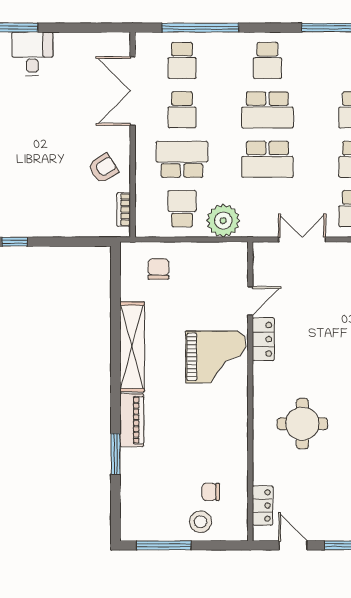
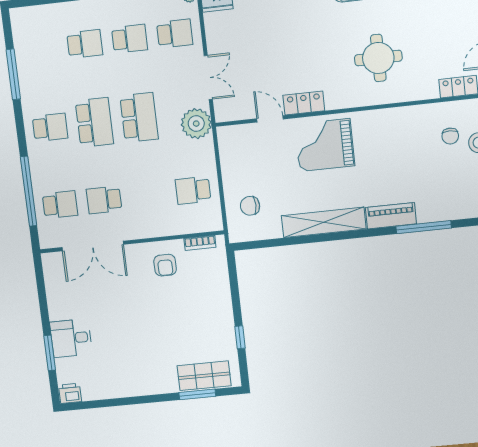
school desk: (182, 110) -> (104, 200), turned 180
school desk: (182, 159) -> (148, 195), removed
armchair: (103, 168) -> (165, 265), turned -148
plant: (223, 221) -> (196, 124), moved
double door: (302, 239) -> (208, 78), swing flipped
grand piano: (216, 357) -> (325, 145), turned -90
window: (116, 454) -> (424, 227), width x1.44

